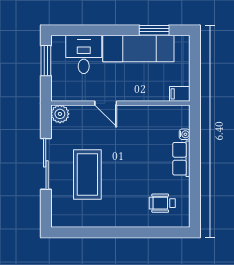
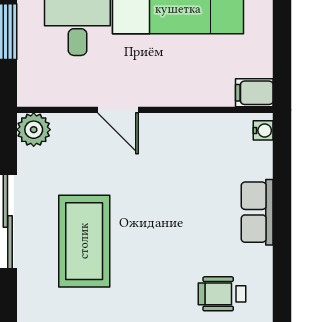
water cooler: (185, 134) -> (263, 130), moved

